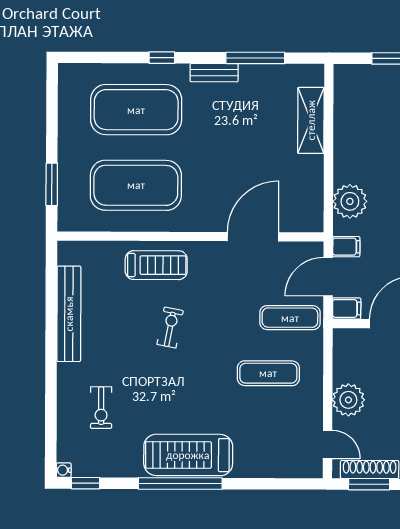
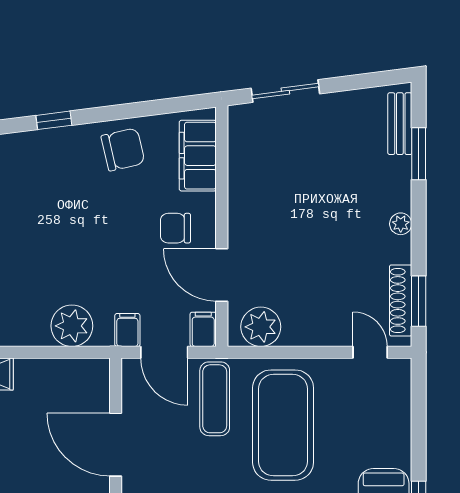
exercise mat: (268, 373) -> (283, 425), width x2.00, depth x1.45
plant: (348, 400) -> (261, 327), moved
door: (328, 444) -> (370, 352), hinge flipped

